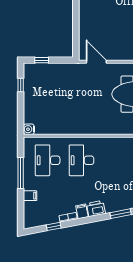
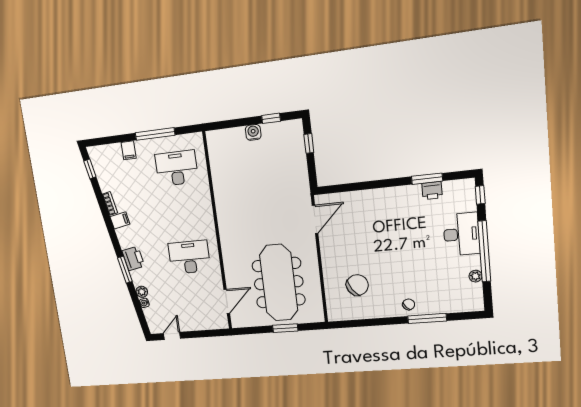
water cooler: (29, 129) -> (253, 132), moved
desk: (82, 160) -> (189, 257), moved
printer: (96, 209) -> (133, 258), moved
window: (54, 226) -> (90, 169), moved

